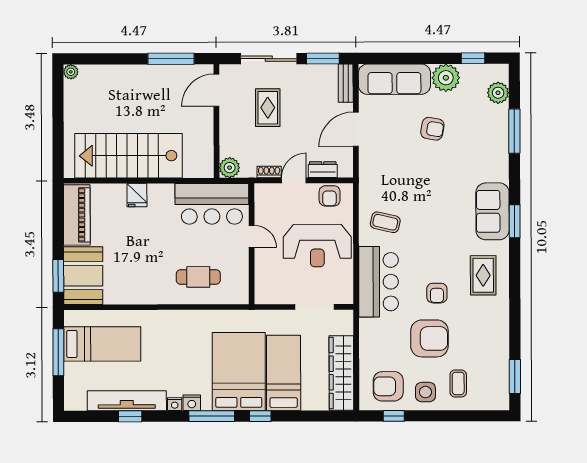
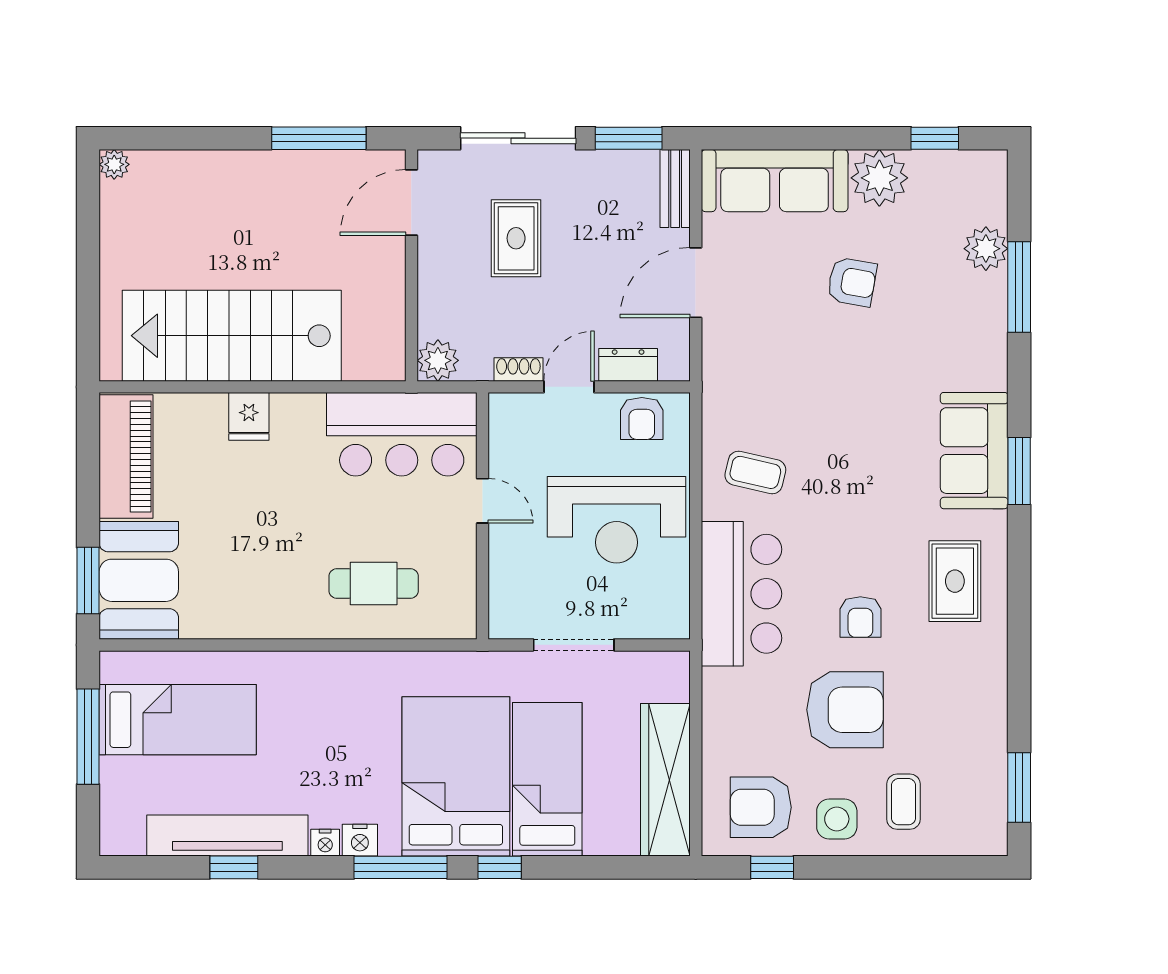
plant: (498, 93) -> (986, 249), moved
doorway: (315, 307) -> (574, 645), moved

